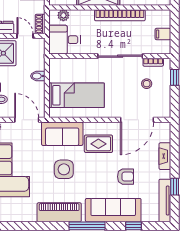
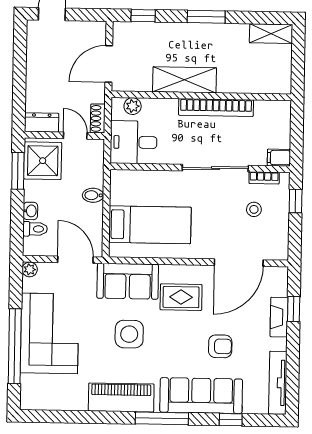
filing cabinet: (163, 34) -> (279, 158), moved
window: (175, 187) -> (294, 309), moved

